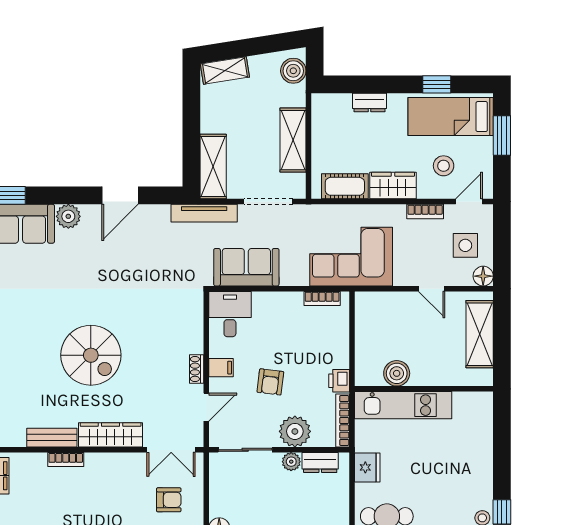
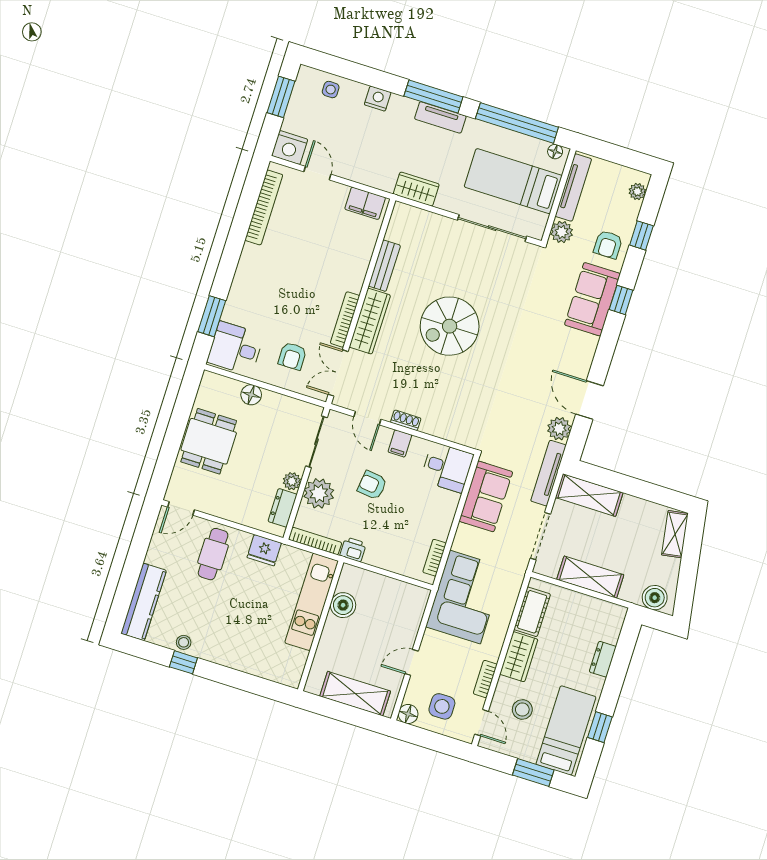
plant: (68, 216) -> (559, 429), moved
bookcase: (66, 460) -> (345, 319), moved, width x1.56

